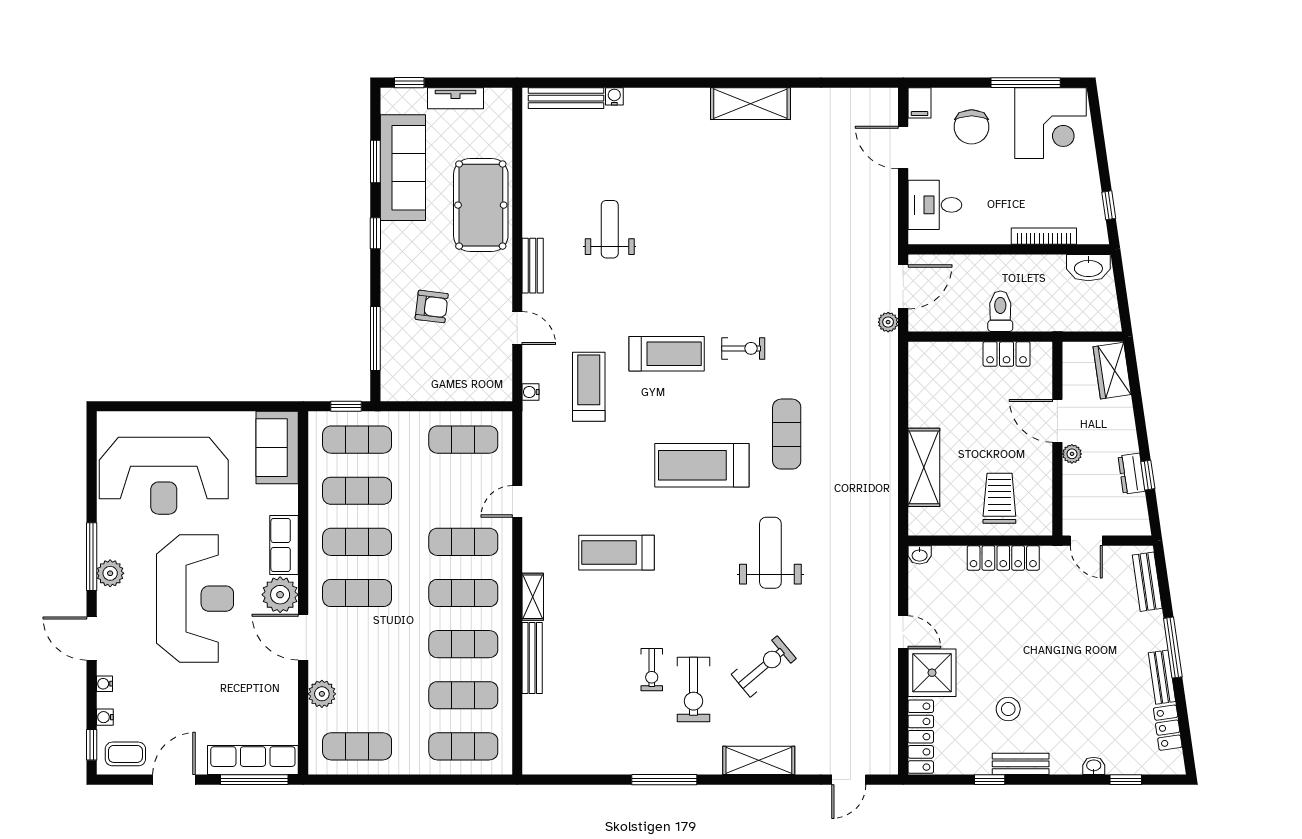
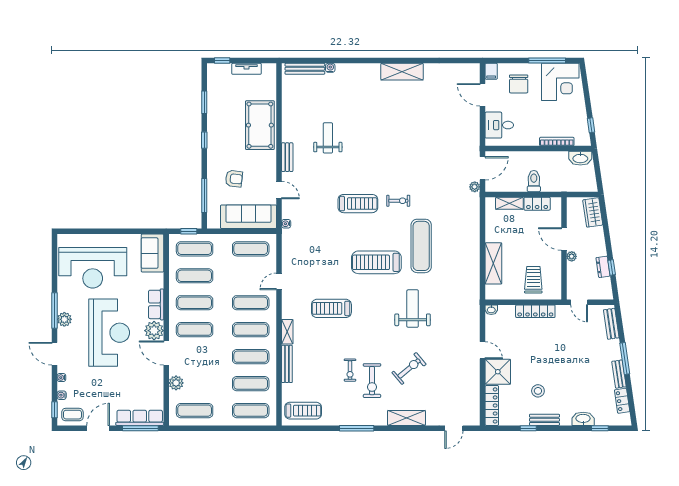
sofa: (403, 168) -> (248, 217), moved, turned -90
shelving: (954, 353) -> (509, 203), added
treadmill: (589, 387) -> (303, 411), moved, turned 90
exercise mat: (787, 434) -> (421, 246), width x1.36, depth x1.45
washbasin: (1094, 766) -> (583, 419), width x1.91, depth x1.45

